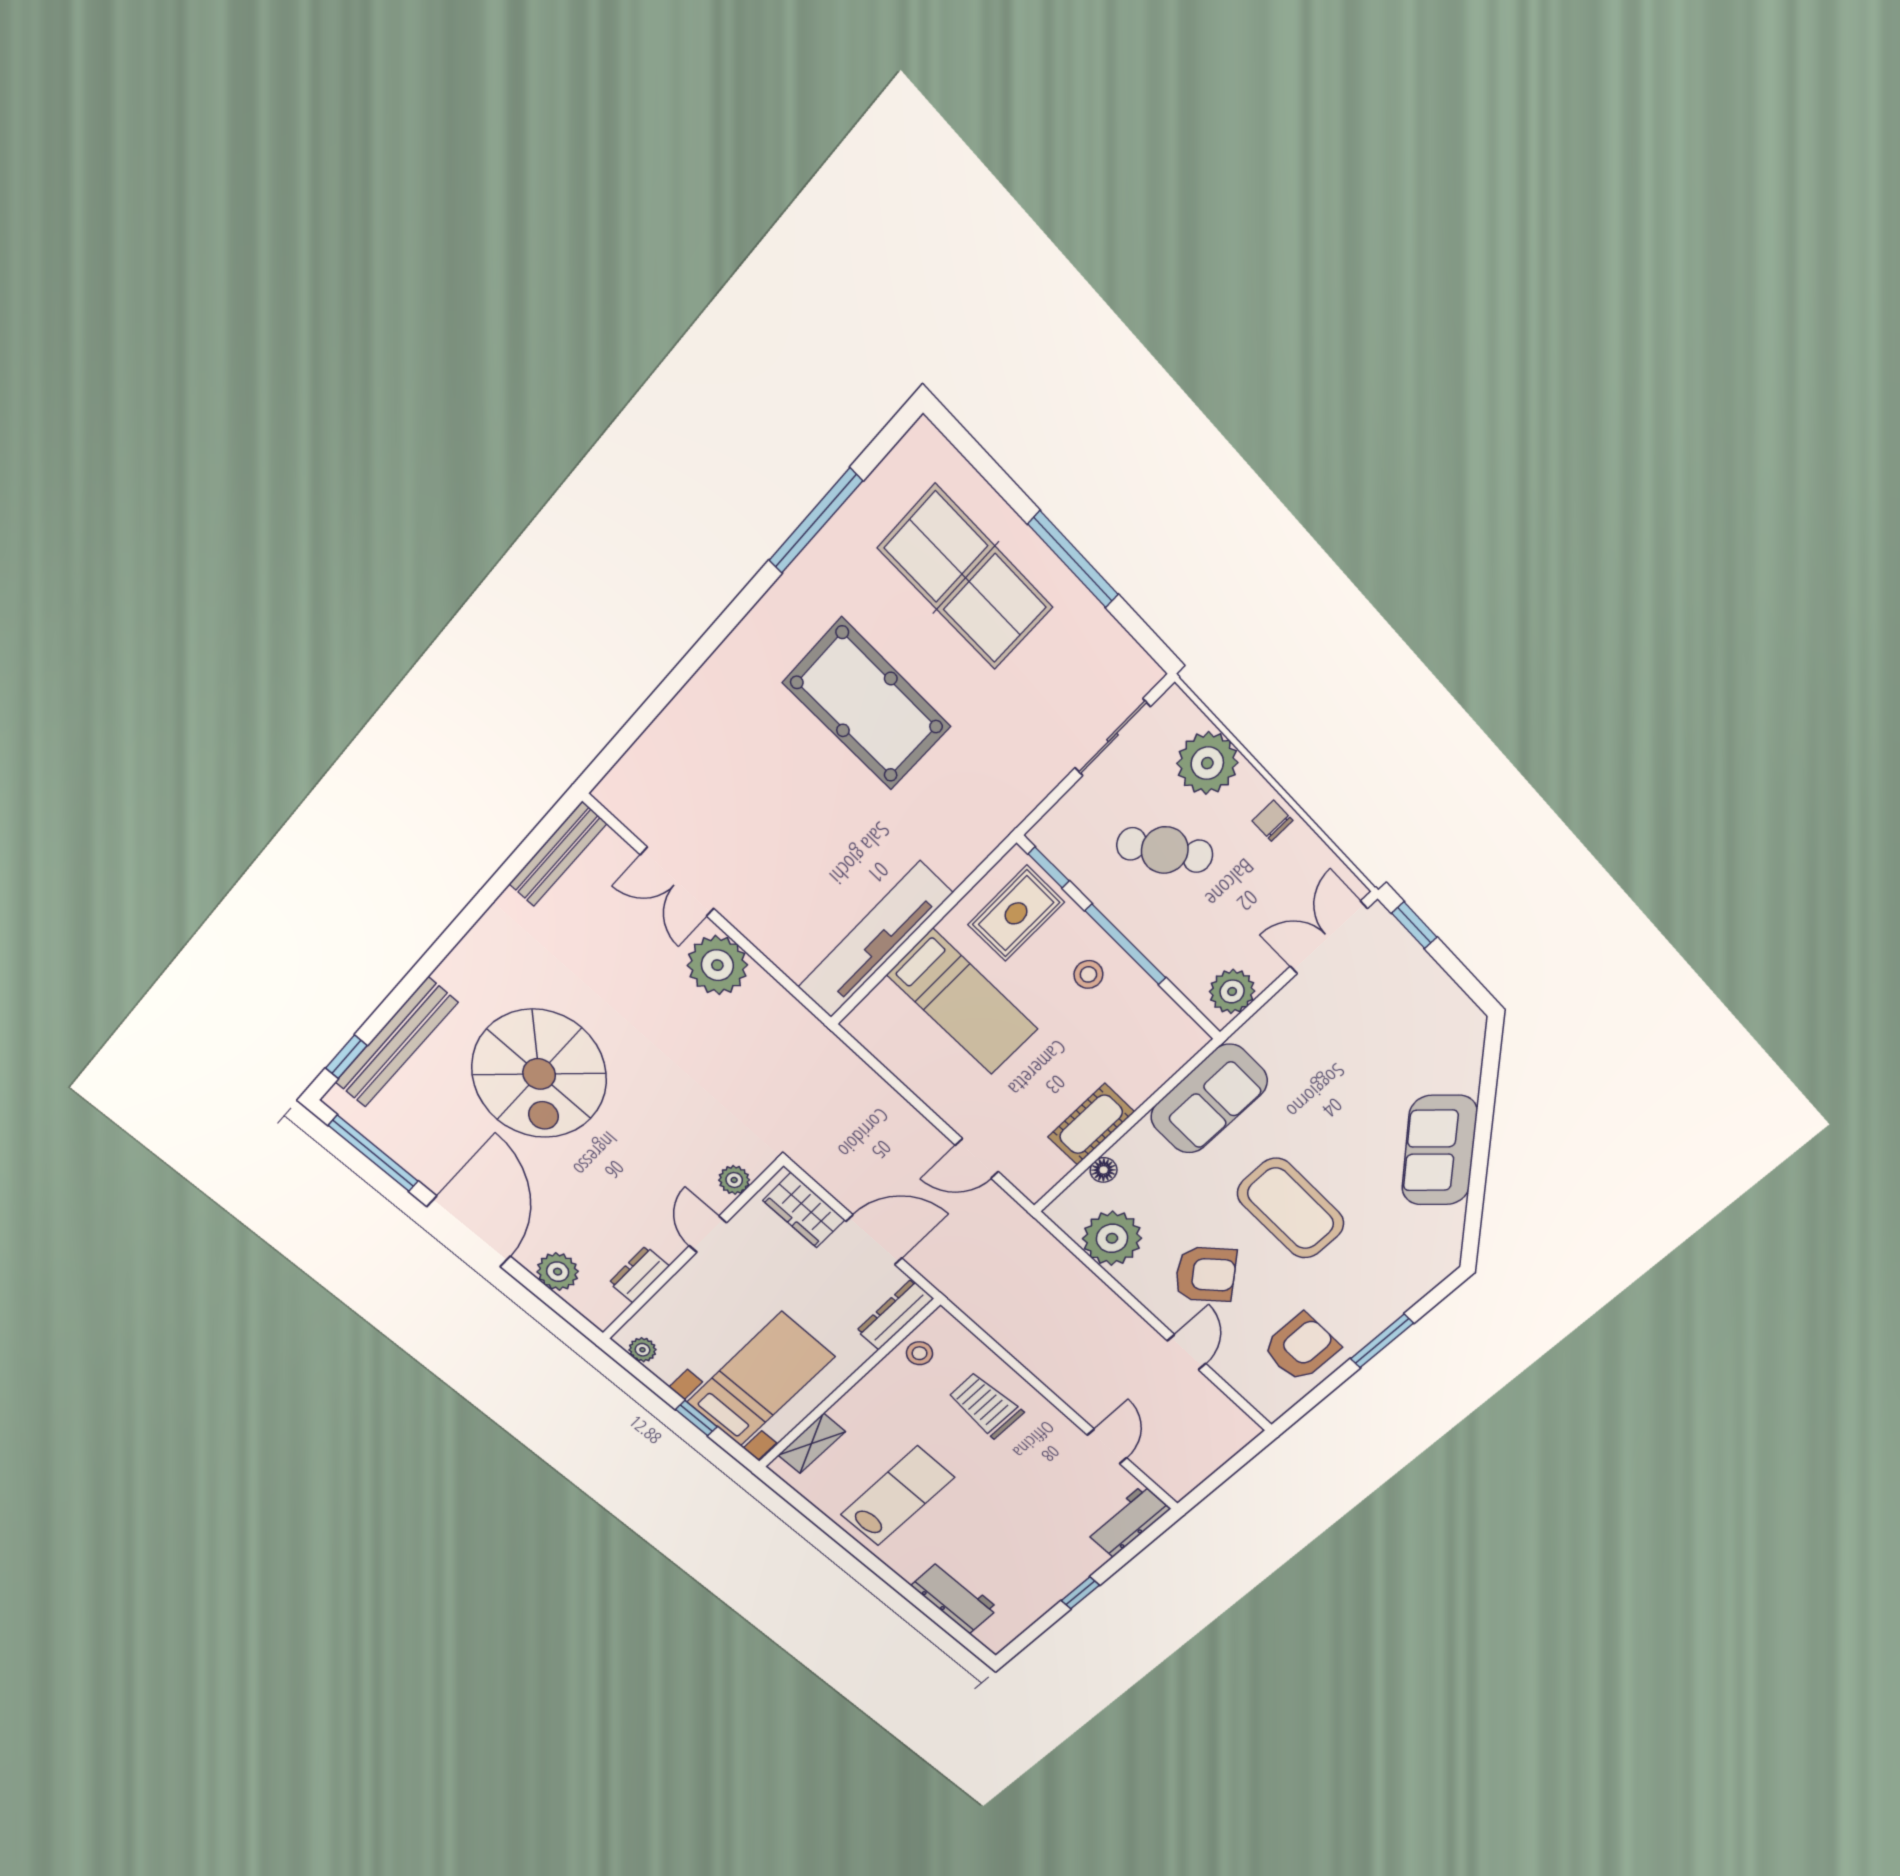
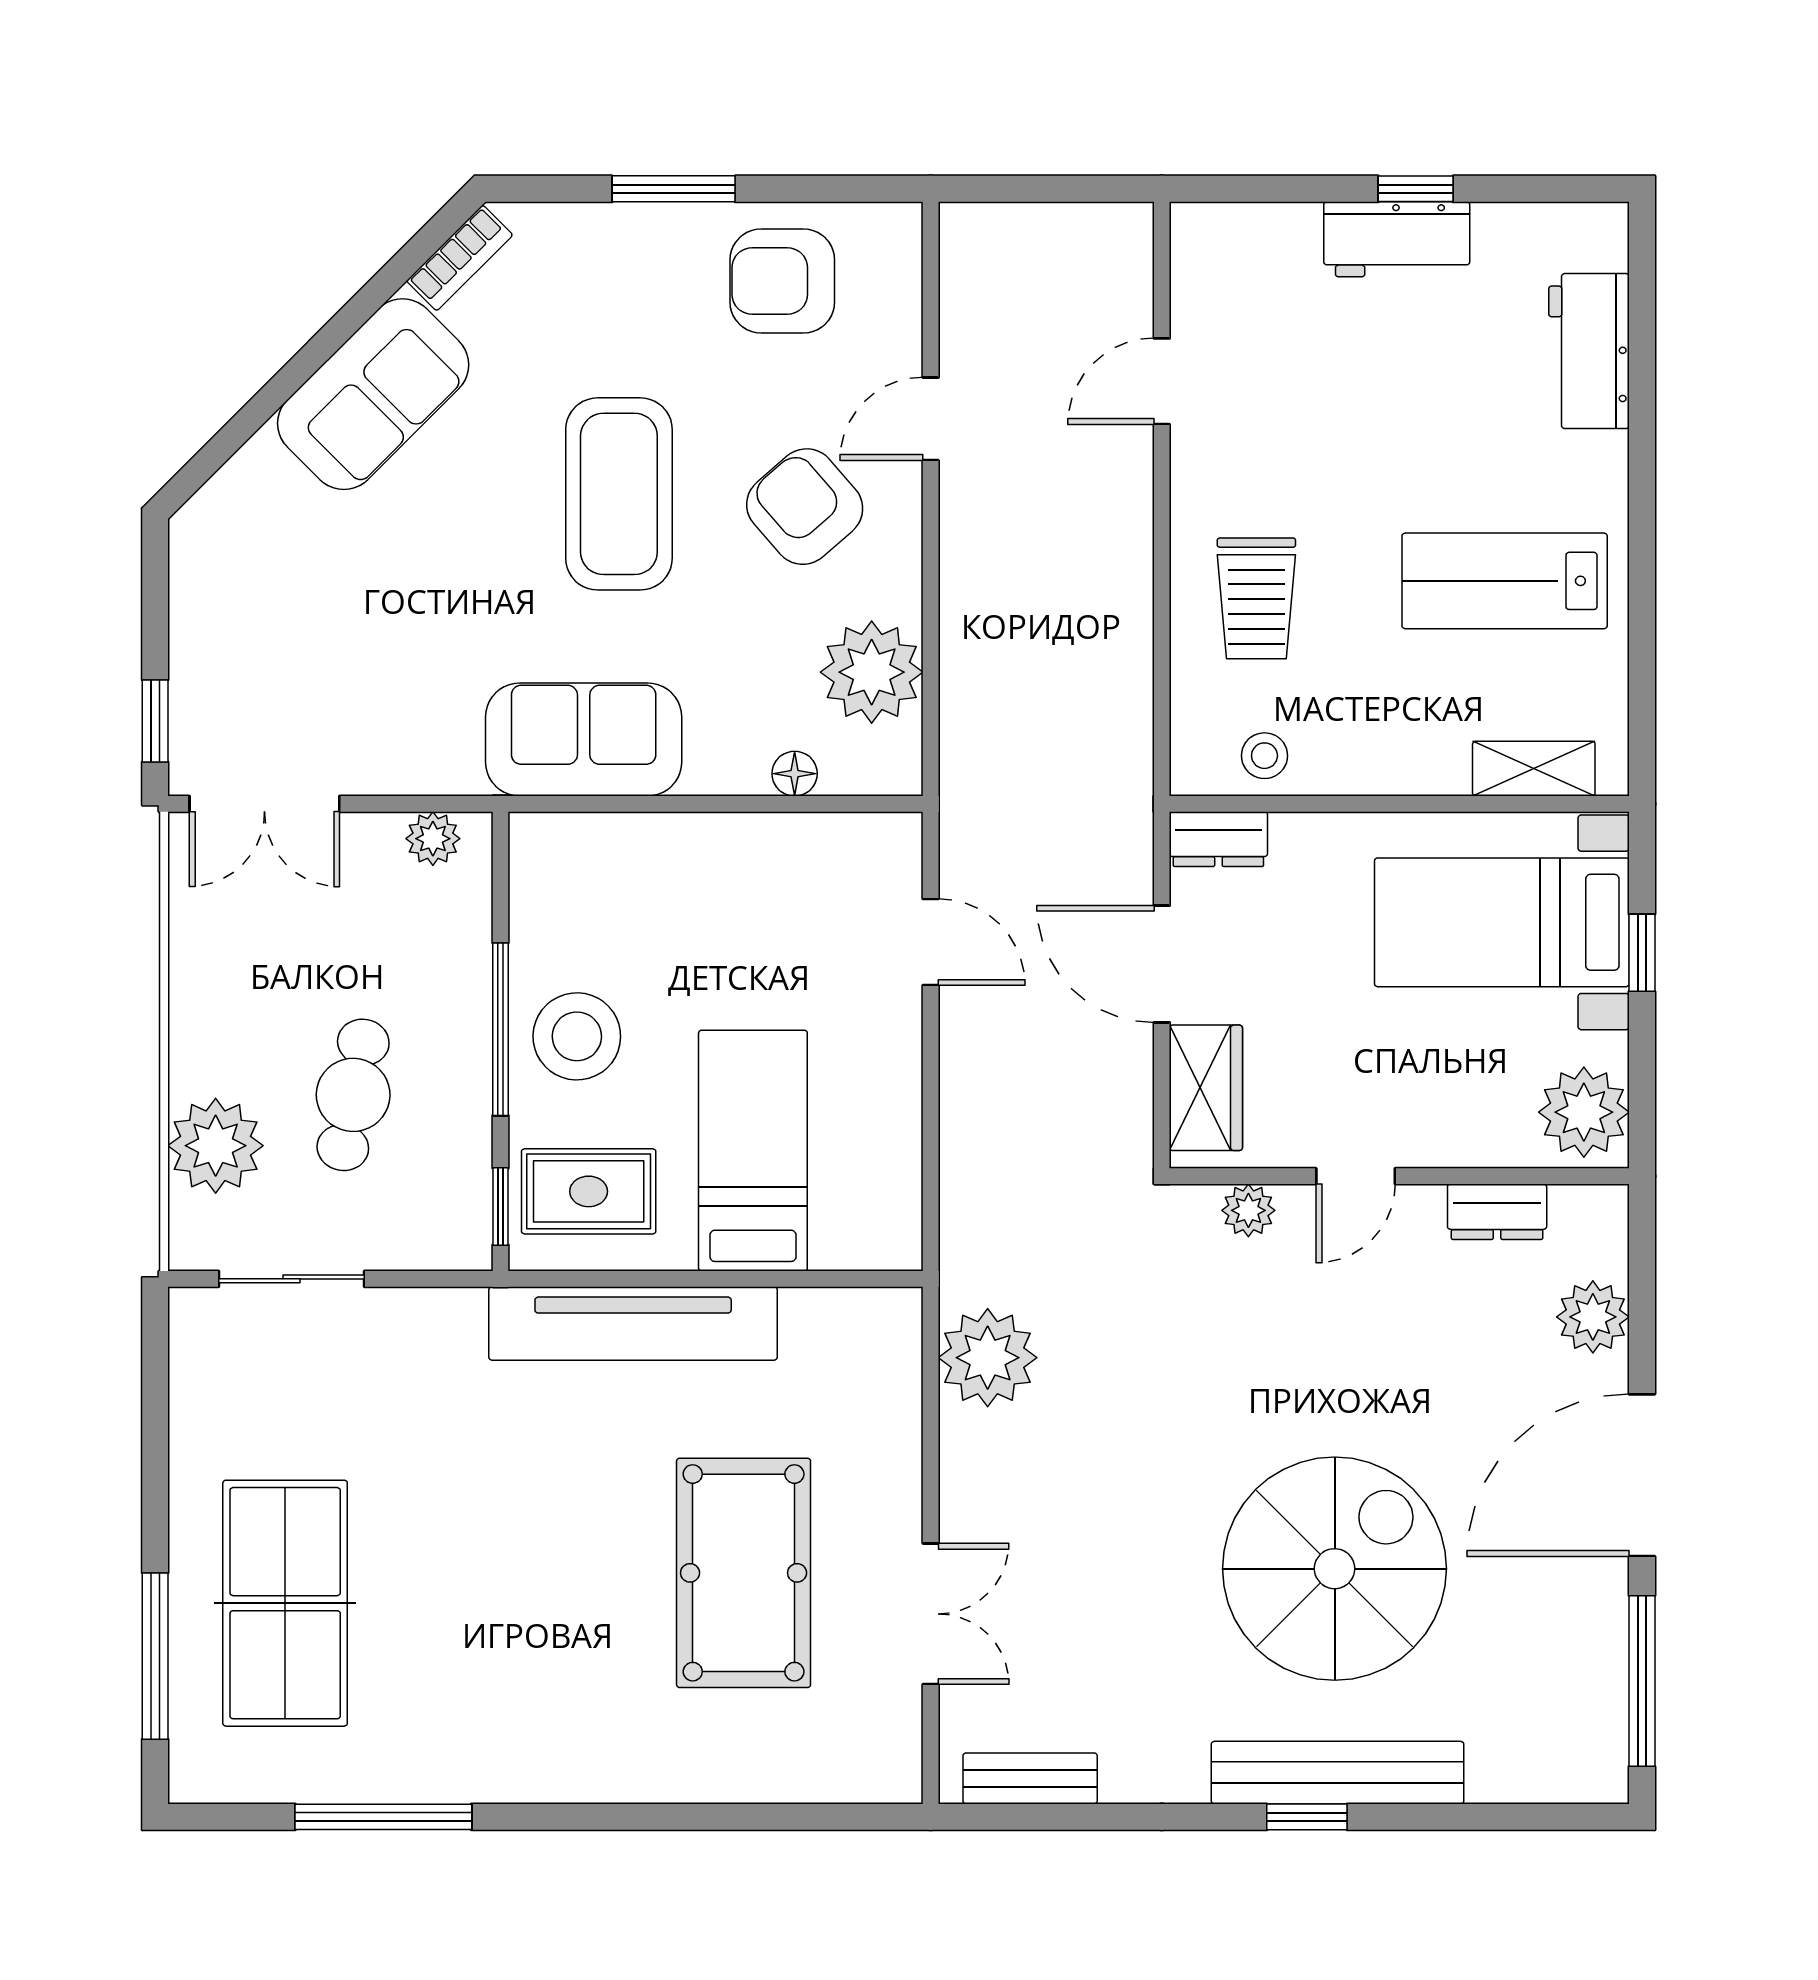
window: (1073, 559) -> (155, 1656), moved
pool table: (867, 705) -> (744, 1573), moved
chair: (1273, 821) -> (204, 1007), removed
cafe table: (1165, 850) -> (353, 1095), turned 45
bench: (558, 854) -> (1030, 1778), width x0.73
tv unit: (875, 940) -> (633, 1323), moved
plant: (717, 965) -> (988, 1358), moved
stool: (1088, 974) -> (577, 1036), width x1.89, depth x1.89
plant: (1232, 991) -> (433, 839), width x0.73, depth x0.73
bench: (396, 1042) -> (1338, 1773), moved
window: (346, 1057) -> (1307, 1817), moved
cot: (1091, 1124) -> (753, 848), removed
bookcase: (1451, 1236) -> (460, 258), added
dresser: (895, 1315) -> (1218, 839), width x0.70
plant: (642, 1350) -> (1584, 1112), width x1.87, depth x1.87
workbench: (1128, 1521) -> (1397, 239), moved

